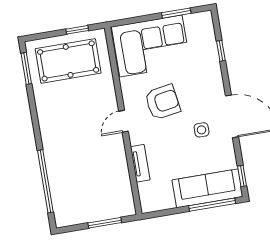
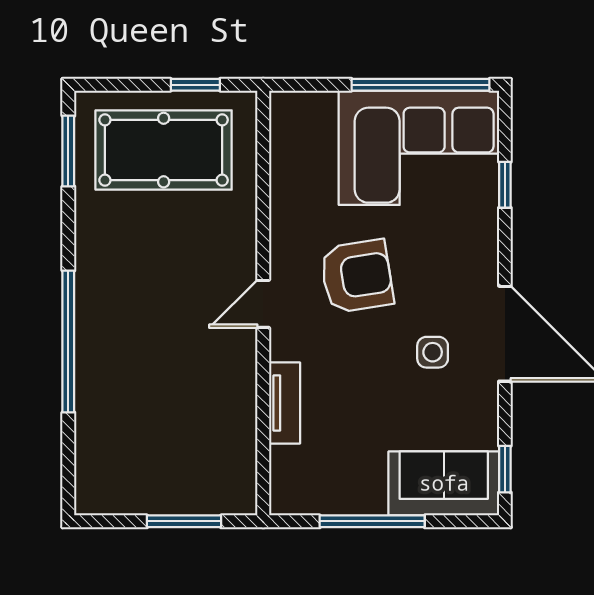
window: (176, 13) -> (420, 85), width x2.11
corner sofa: (151, 46) -> (419, 148), moved
window: (45, 181) -> (68, 341), moved
sofa: (207, 188) -> (444, 483), width x0.73
window: (212, 205) -> (372, 521), moved

